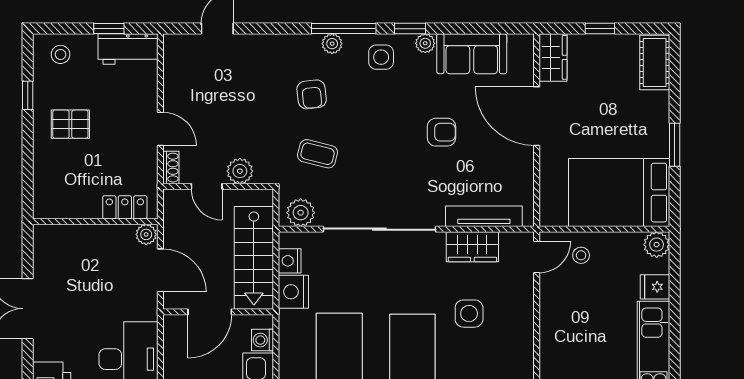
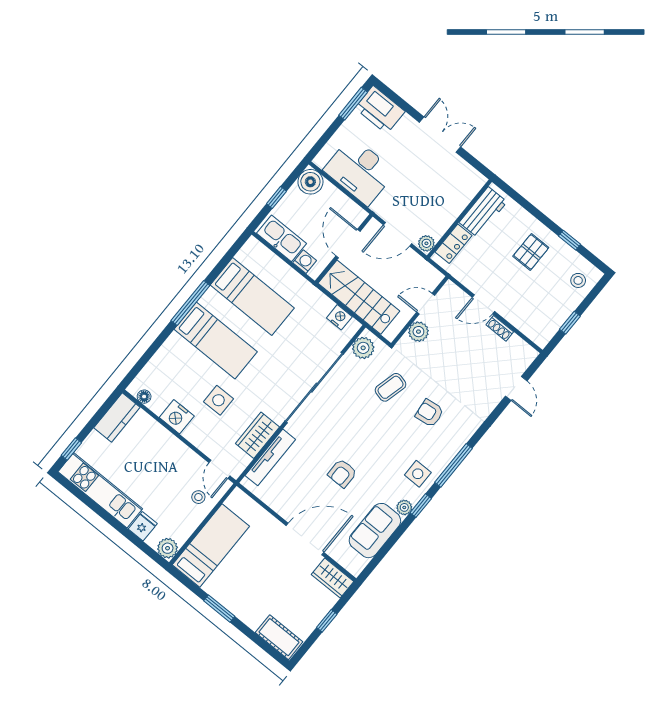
plant: (332, 44) -> (450, 451), removed
workbench: (128, 49) -> (483, 212), moved, turned 180
shoe rack: (171, 168) -> (500, 328), moved
bed: (619, 193) -> (211, 546), width x0.67
nightstand: (293, 292) -> (177, 417), moved, turned 180

